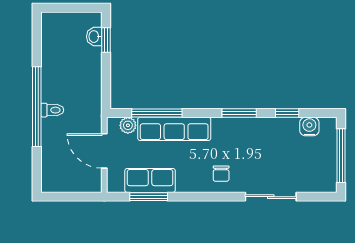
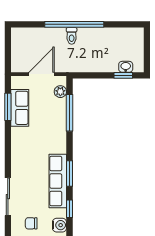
row of seats: (174, 129) -> (58, 181), moved
chair: (221, 174) -> (31, 223), moved

